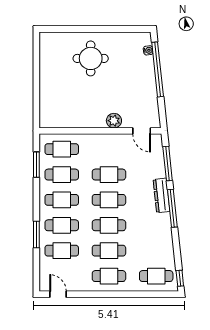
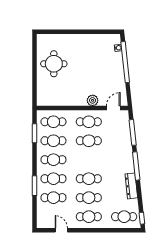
round table: (91, 58) -> (54, 64), moved
door: (142, 131) -> (113, 108), swing flipped
dresser: (162, 195) -> (131, 186), moved
cafe table: (109, 200) -> (89, 122), moved
door: (58, 294) -> (61, 230), moved

